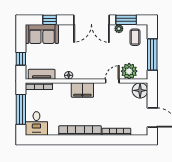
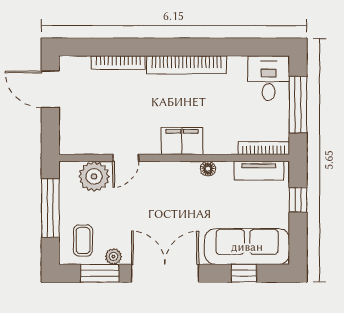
sofa: (42, 34) -> (247, 247), width x1.36
floor lamp: (140, 90) -> (73, 140), removed

